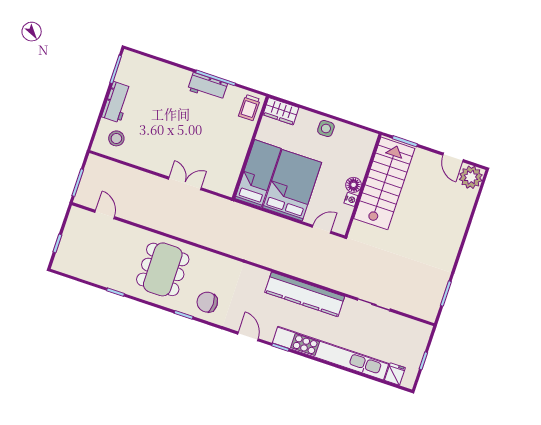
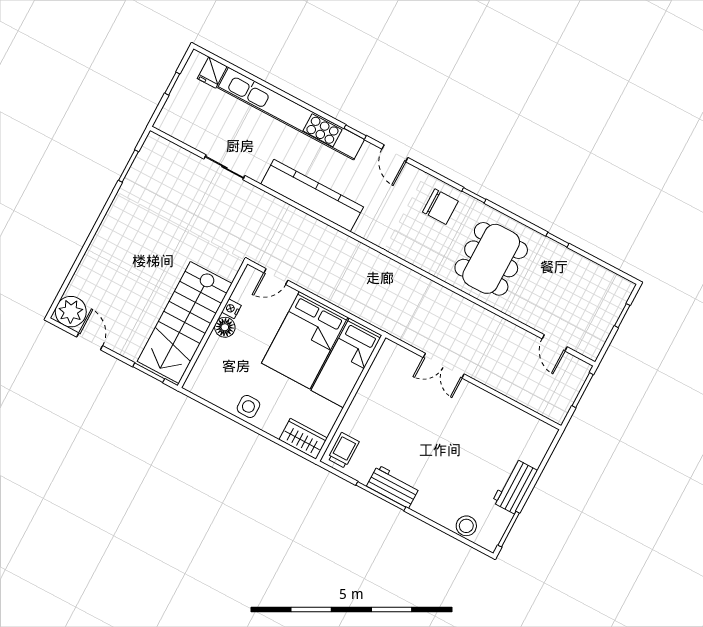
stool: (116, 138) -> (466, 526), moved

